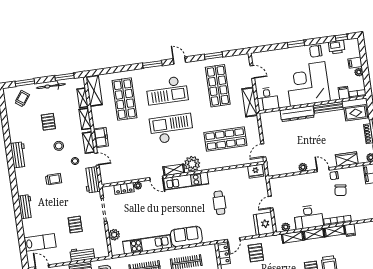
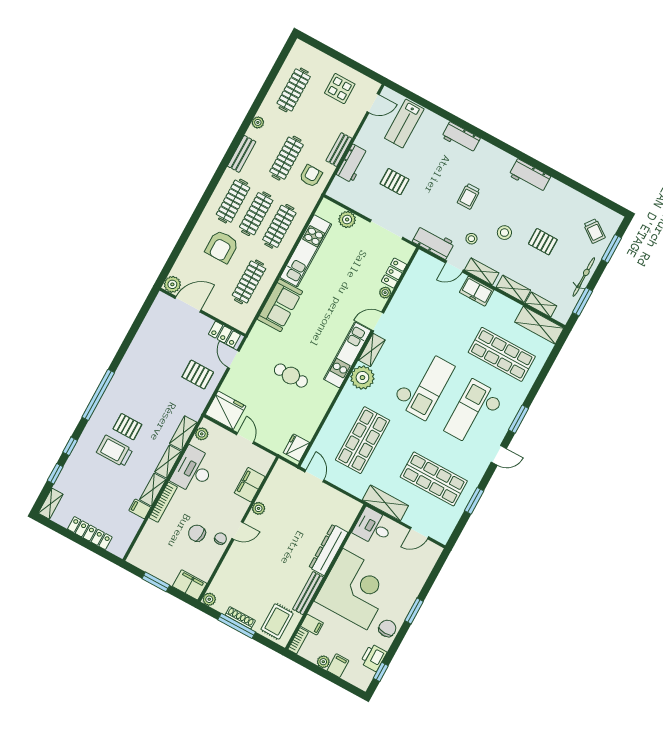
wardrobe: (347, 159) -> (229, 569), removed
filing cabinet: (294, 181) -> (250, 485), added

